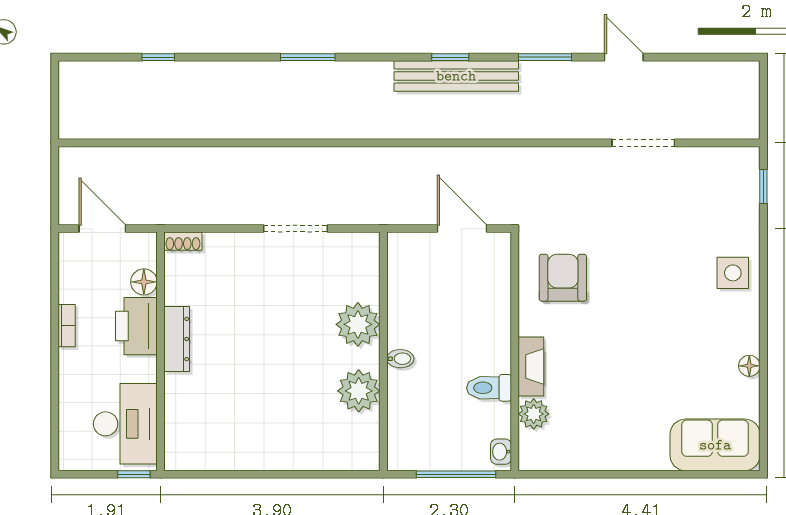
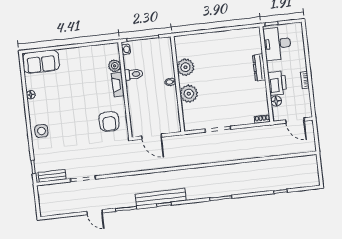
bench: (719, 159) -> (52, 176), added
dresser: (177, 339) -> (259, 67), moved

